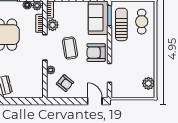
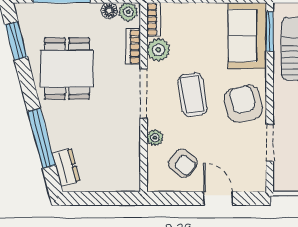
armchair: (96, 53) -> (243, 104), turned 76
door: (95, 101) -> (218, 198), moved

